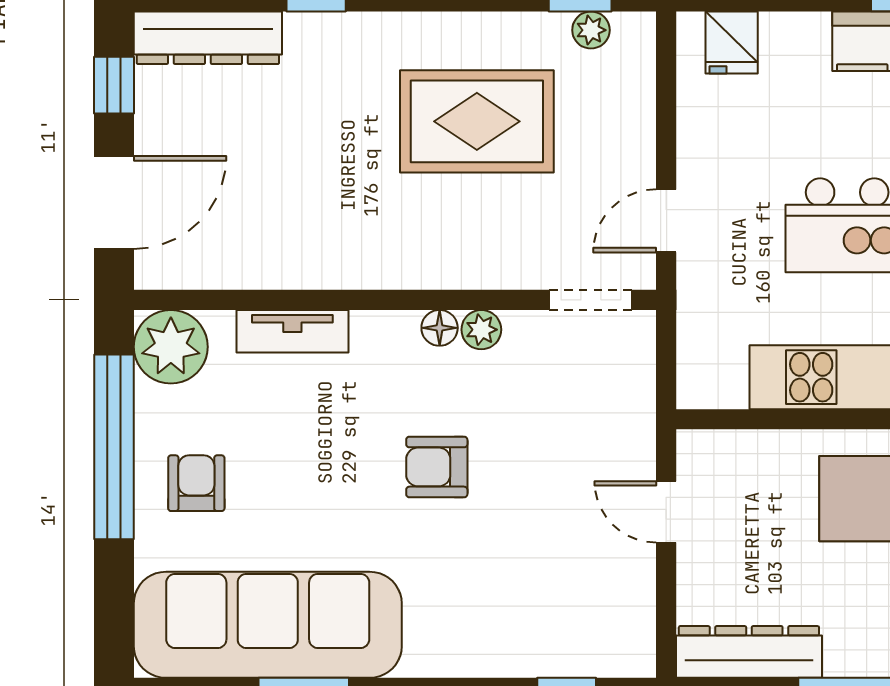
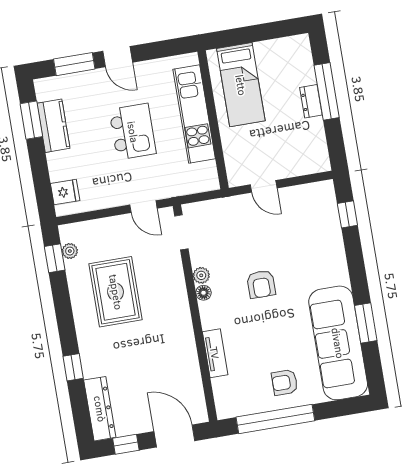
plant: (171, 347) -> (230, 402), removed
door: (666, 512) -> (264, 186), hinge flipped
dresser: (749, 652) -> (311, 101), moved, width x0.51, depth x0.80

